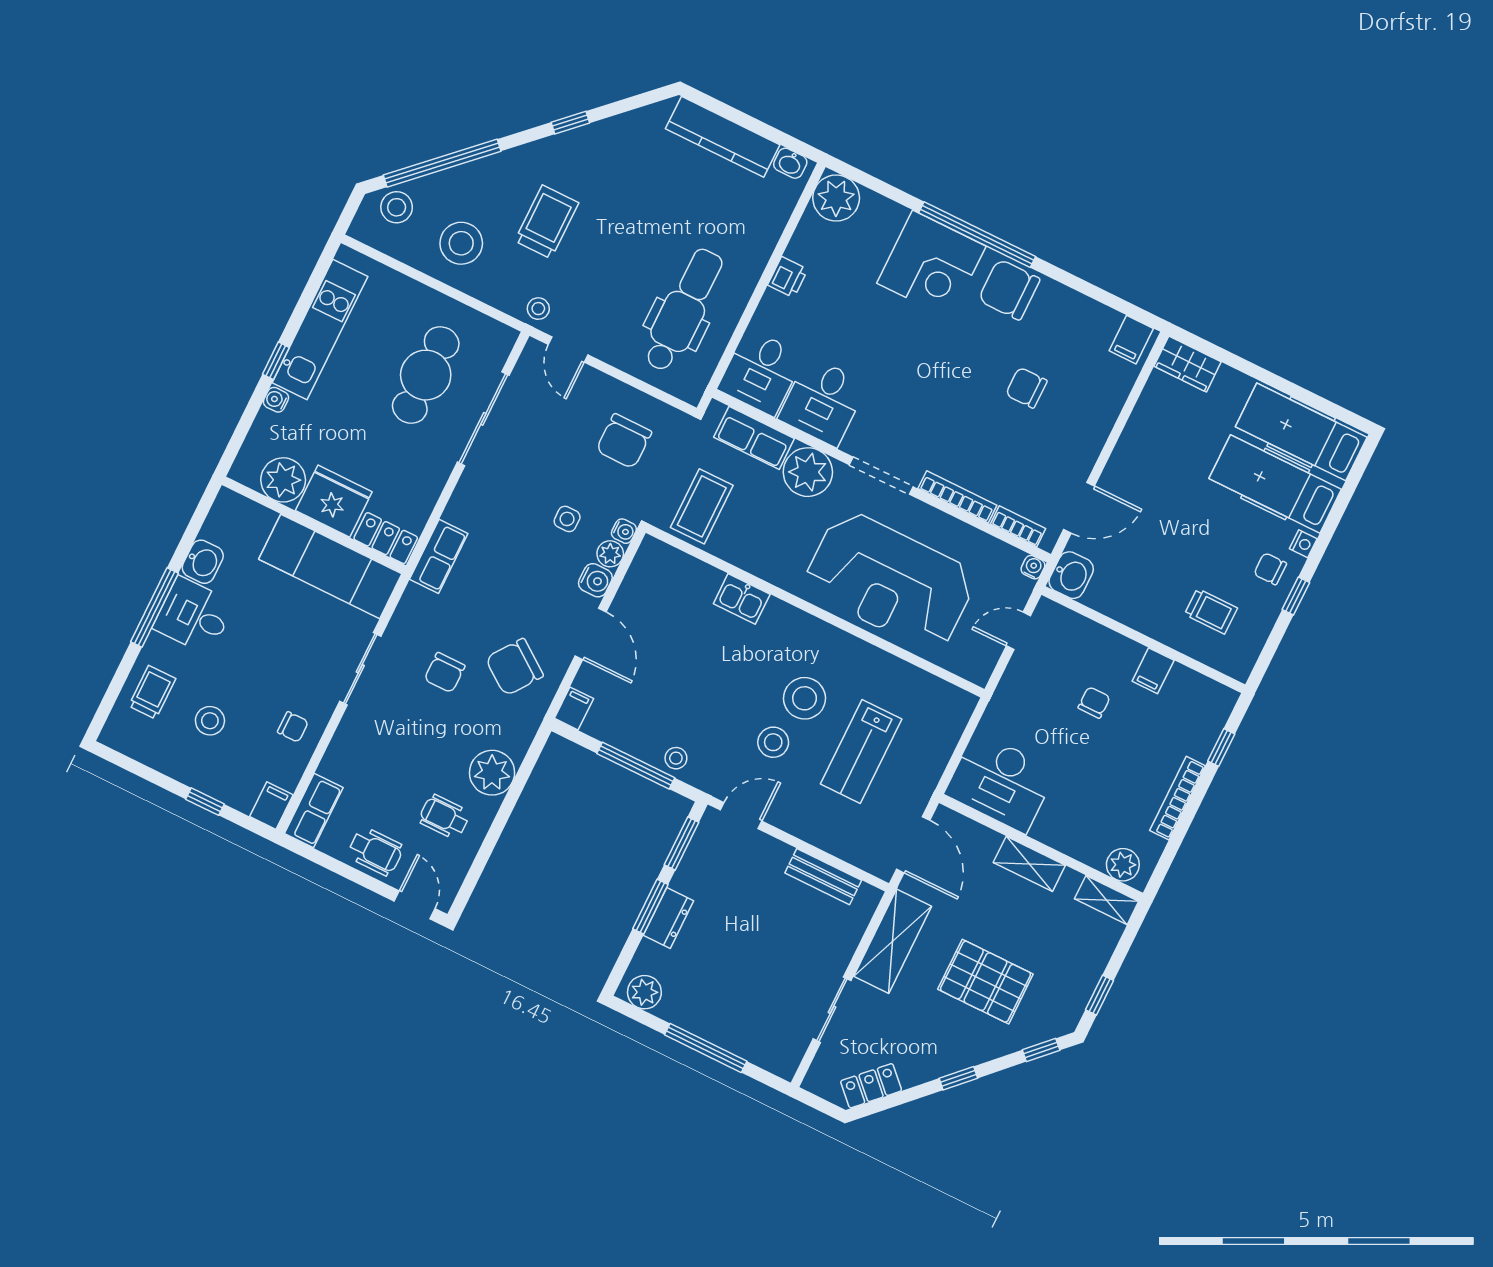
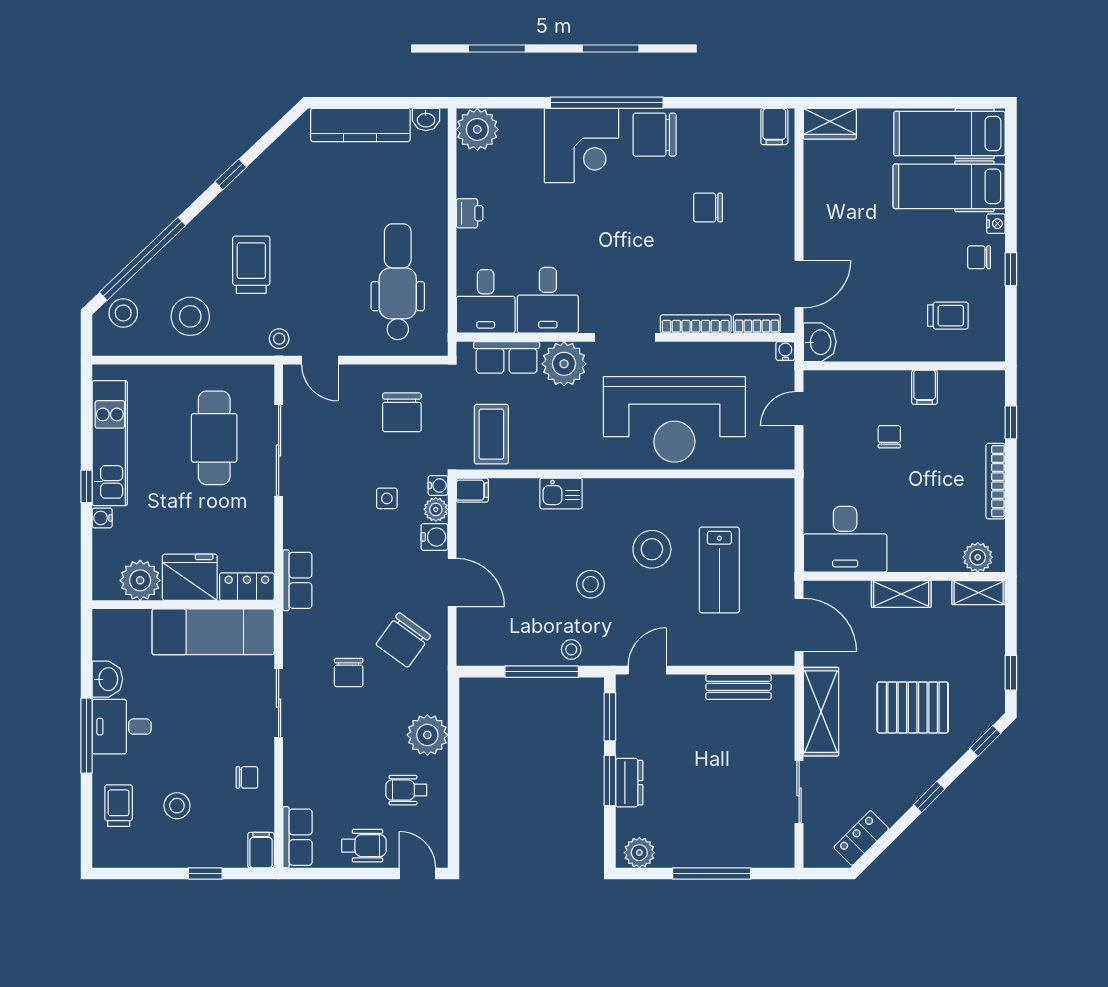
filing cabinet: (574, 708) -> (472, 490), moved, turned 90
stool: (773, 742) -> (591, 584), moved

